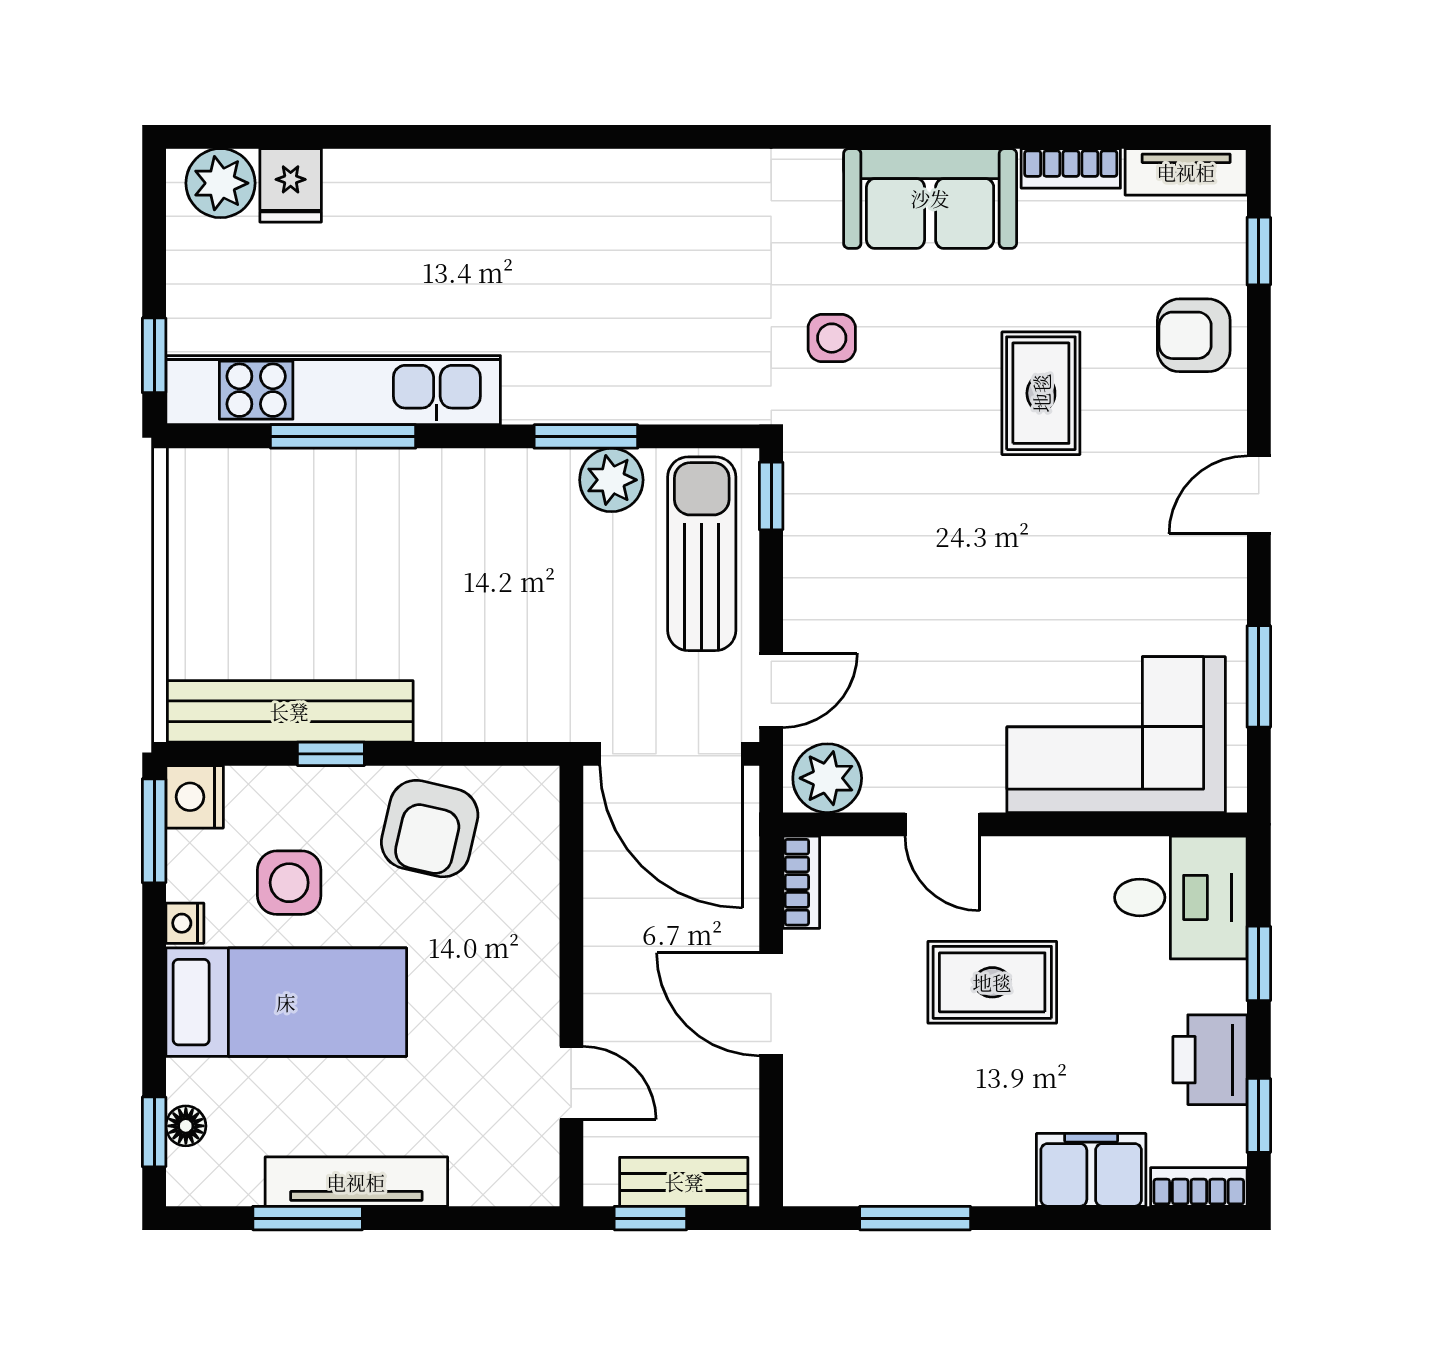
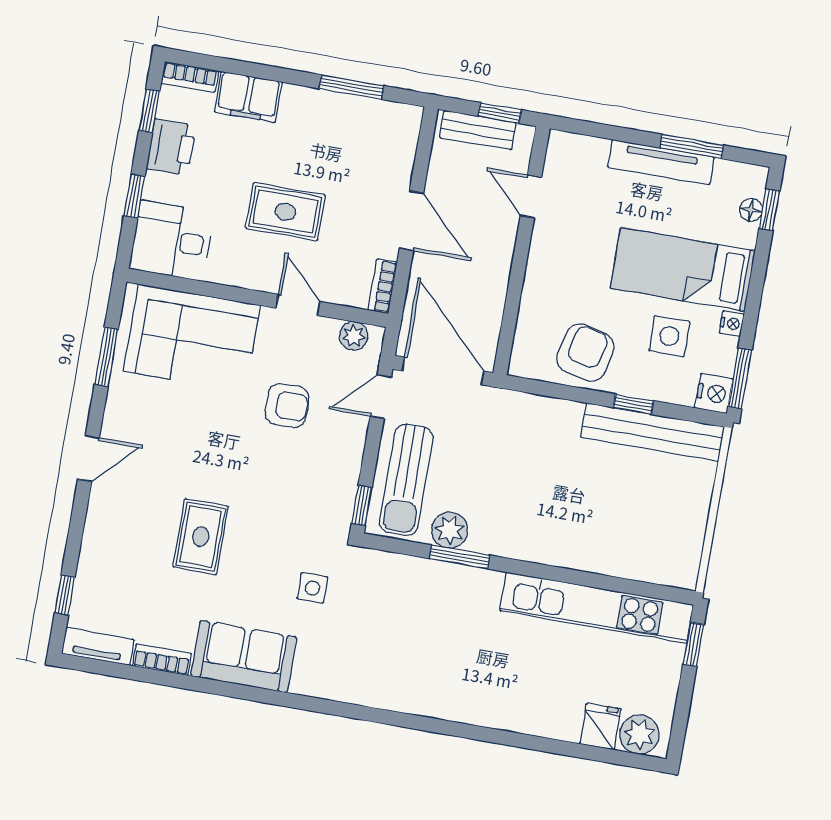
armchair: (1194, 335) -> (287, 406), moved
window: (343, 436) -> (596, 581), removed
plant: (827, 778) -> (354, 336), width x0.73, depth x0.73

